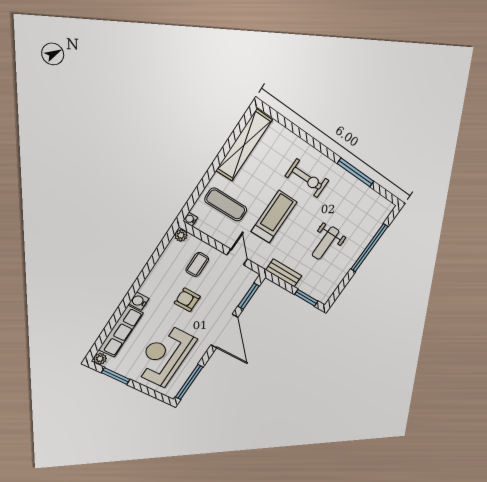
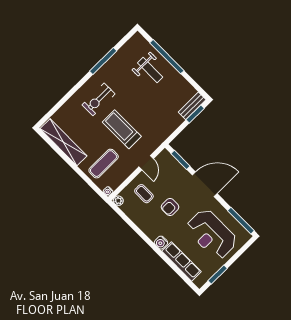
exercise bike: (307, 178) -> (99, 99), turned 180
weight bench: (326, 243) -> (150, 70), moved
door: (237, 257) -> (146, 163), swing flipped
bench: (284, 273) -> (192, 106), moved
plant: (100, 359) -> (199, 282), removed

